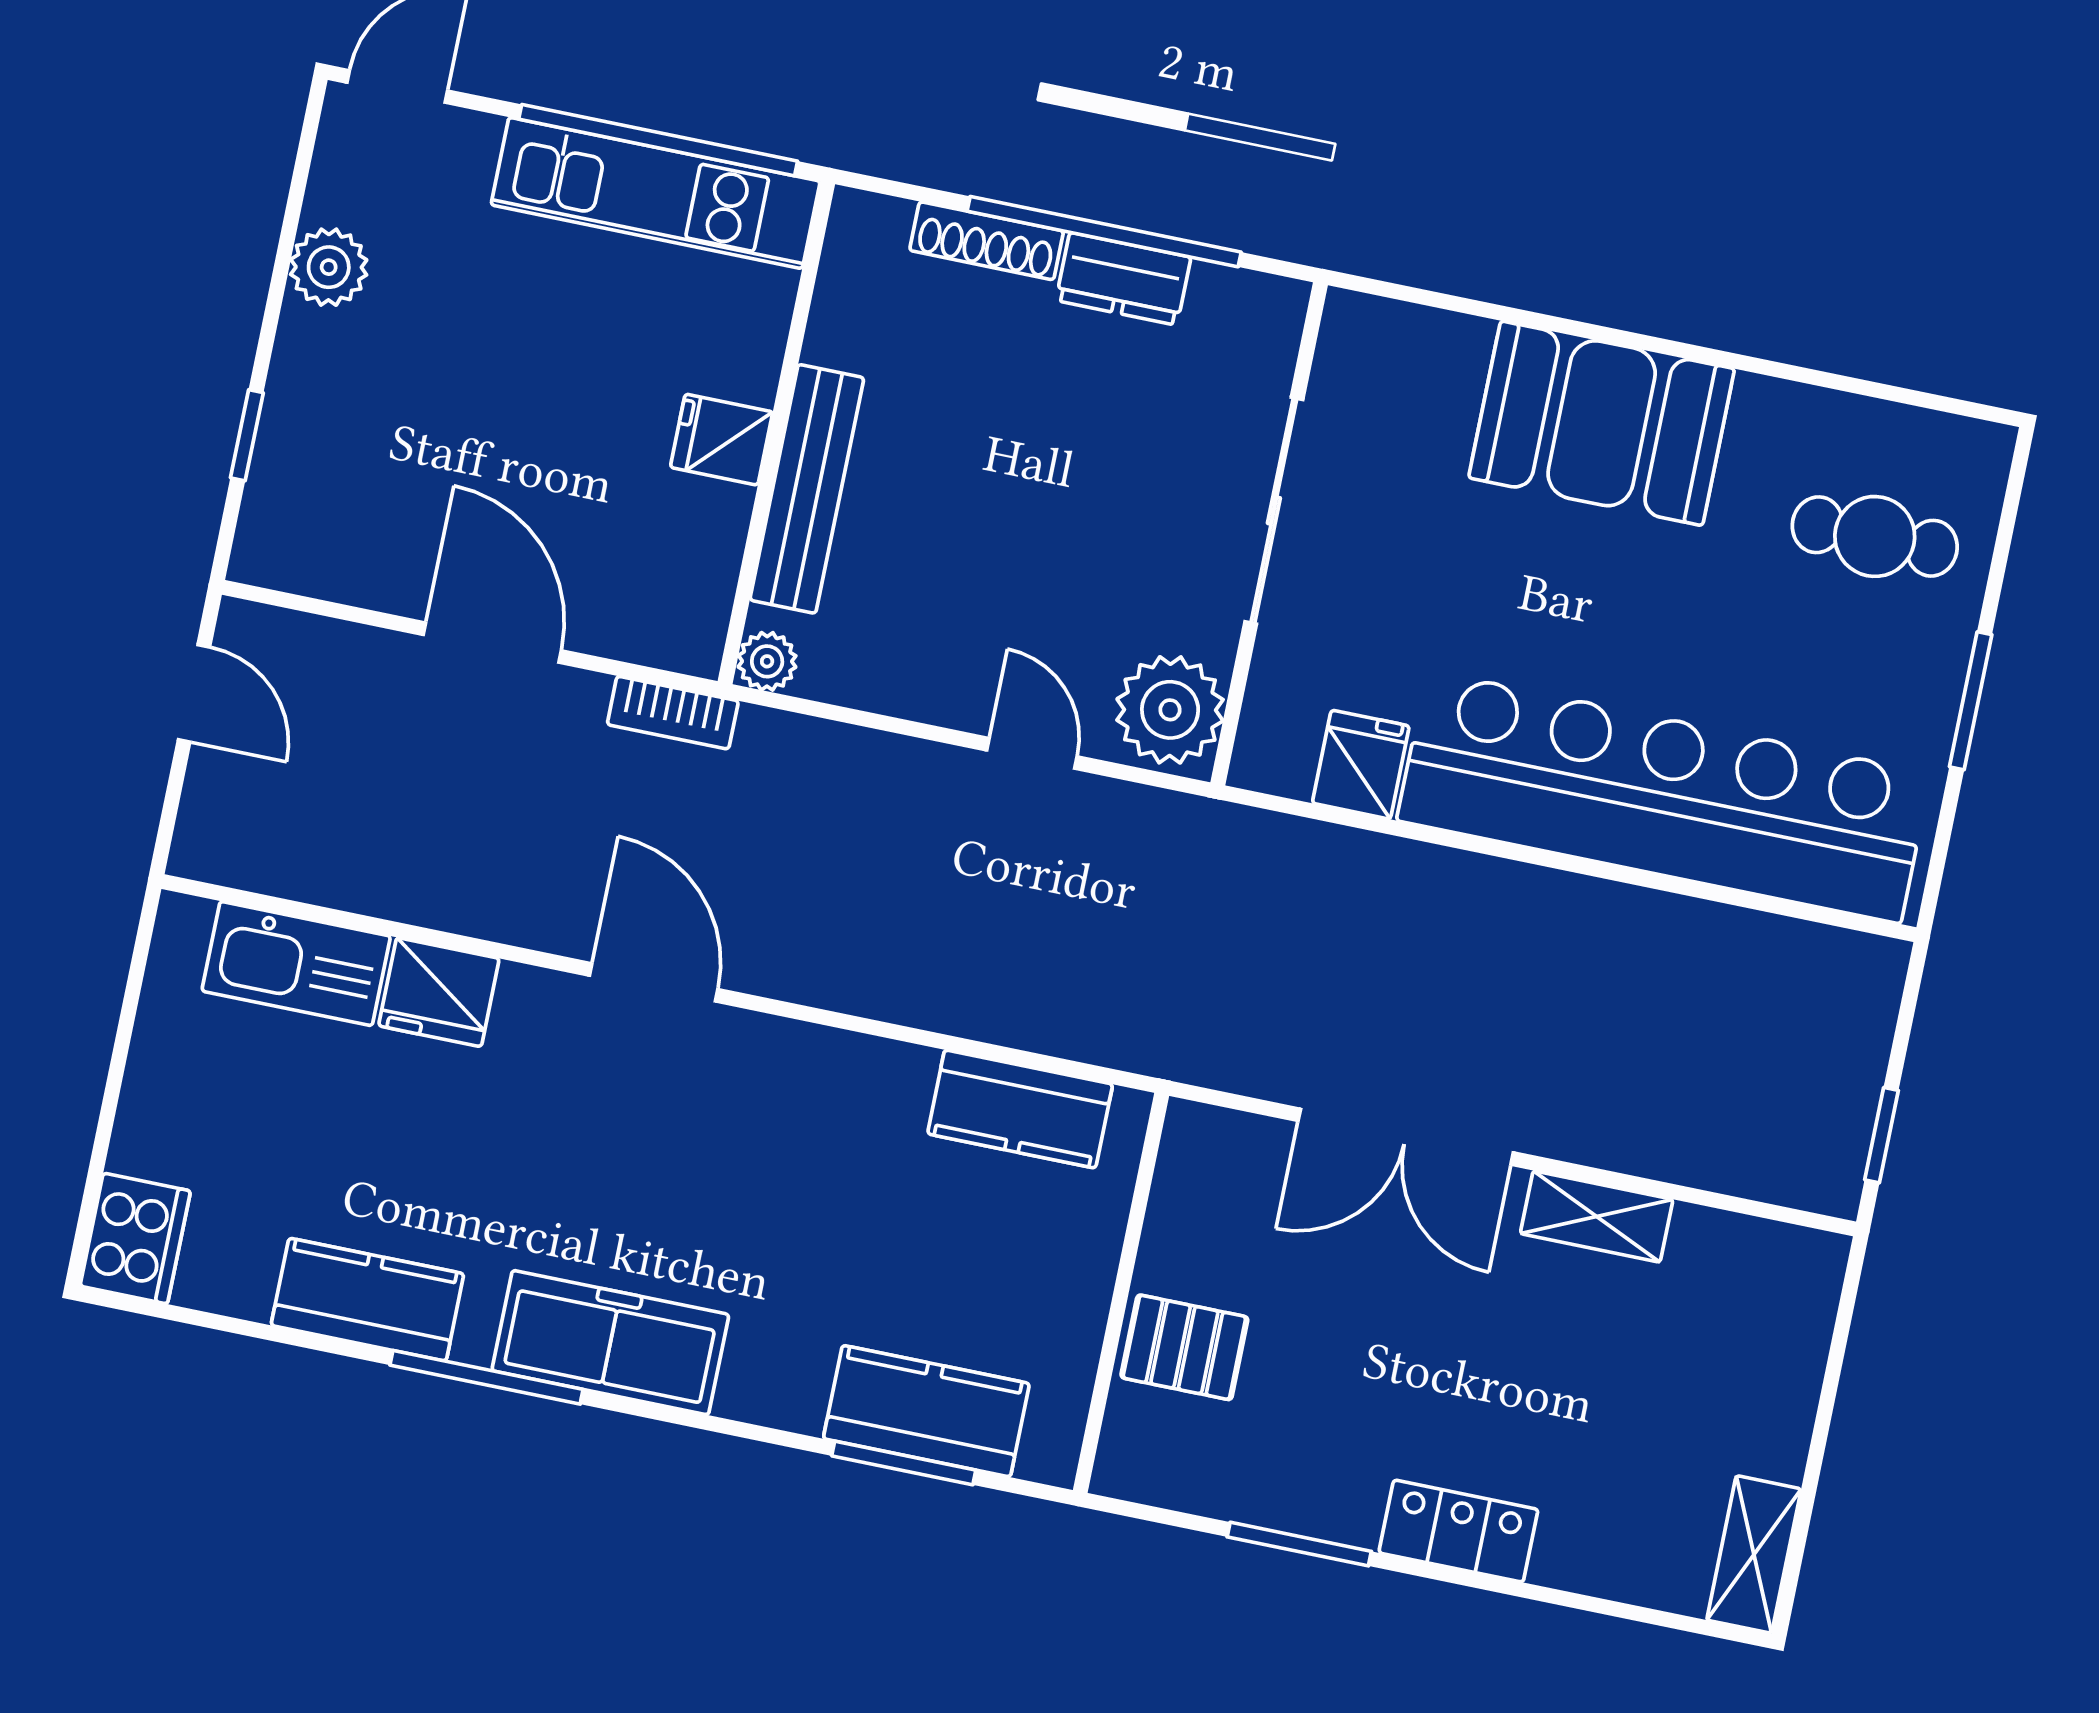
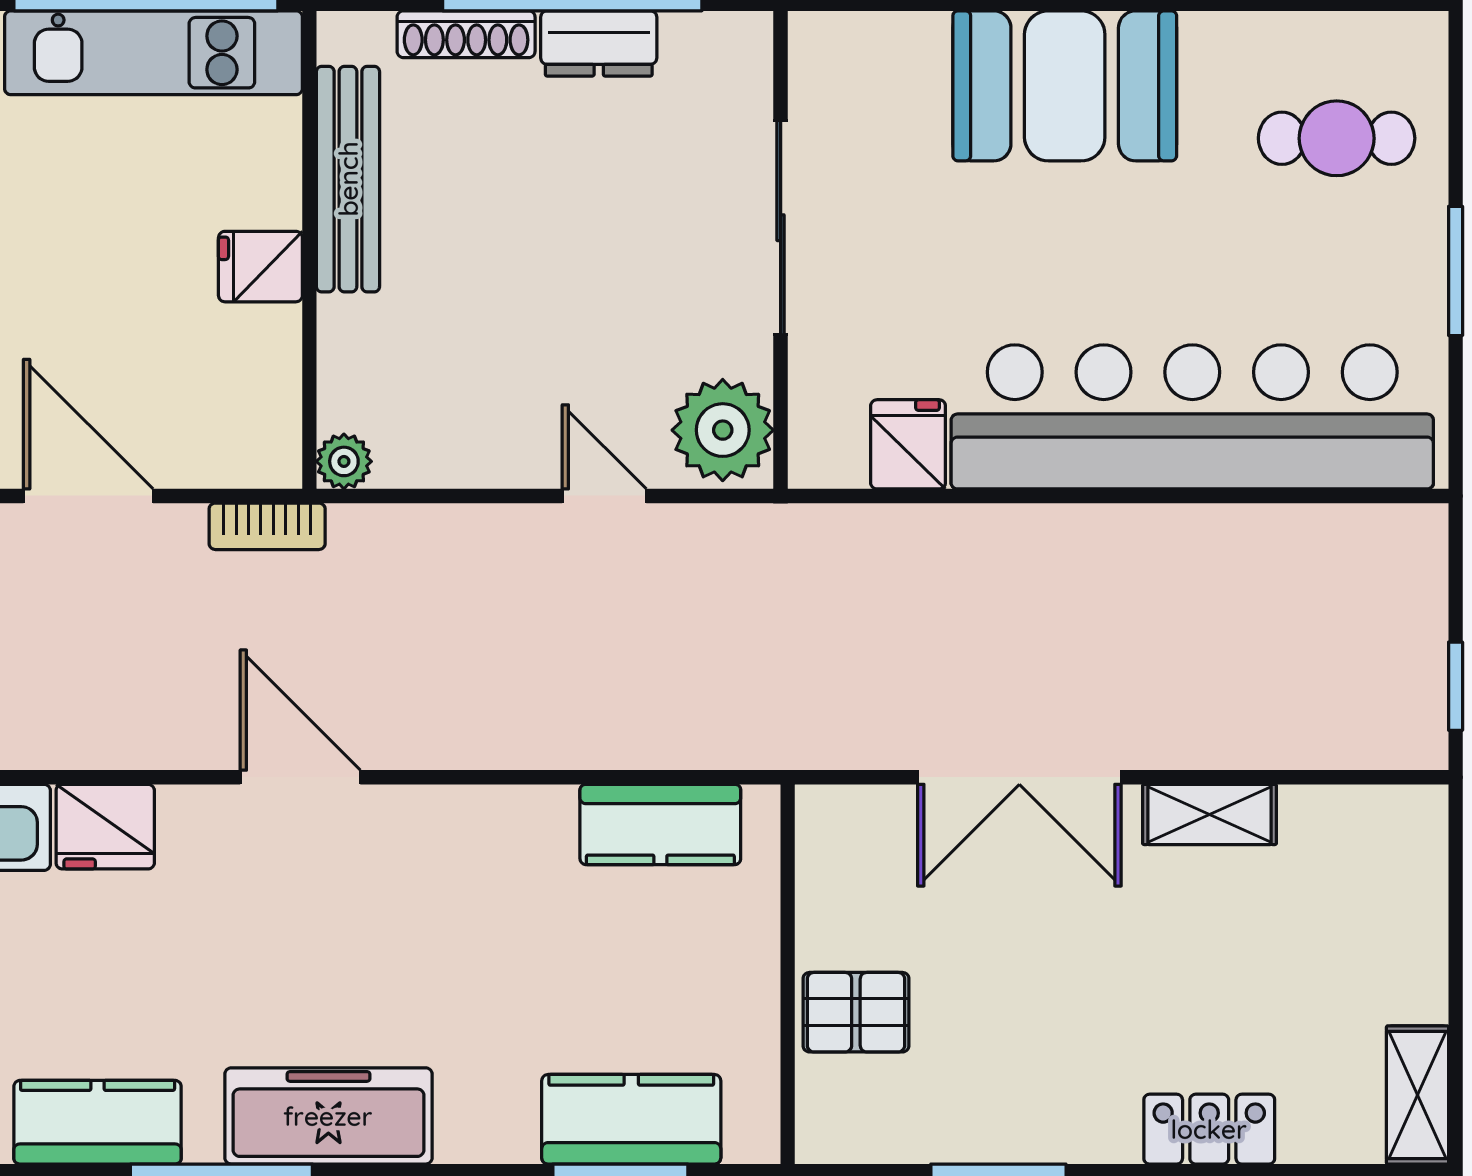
bench: (807, 489) -> (348, 179), moved
locker: (1458, 1531) -> (1209, 1129), moved

